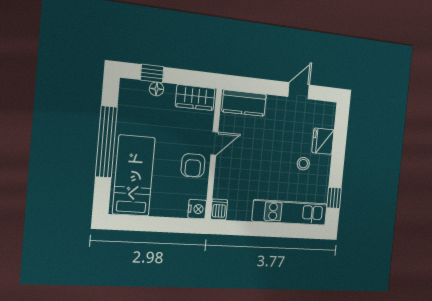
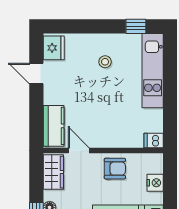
fridge: (323, 141) -> (54, 48), moved, turned -90
door: (214, 143) -> (79, 151), moved
nightstand: (197, 209) -> (155, 183), moved, turned 90

